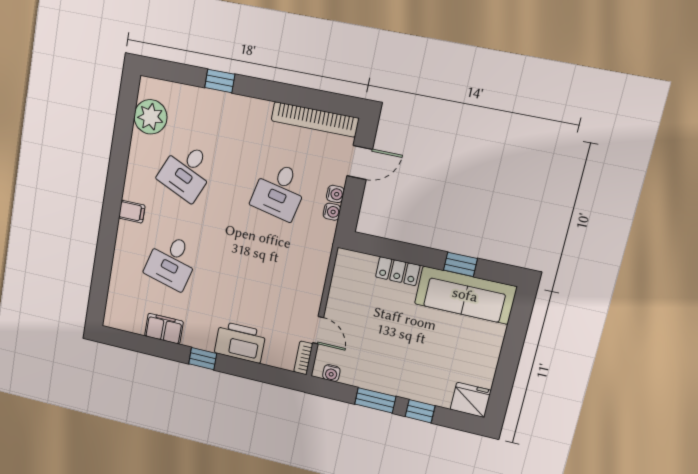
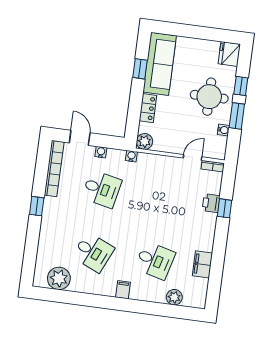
window: (220, 81) -> (37, 206), moved
water cooler: (332, 212) -> (131, 156), moved
plant: (347, 262) -> (144, 141), added
plant: (120, 284) -> (174, 297), added
printer: (240, 342) -> (211, 203), width x0.53, depth x0.68
window: (203, 359) -> (225, 208), moved
round table: (408, 364) -> (209, 97), added
water cooler: (331, 373) -> (223, 130), moved

